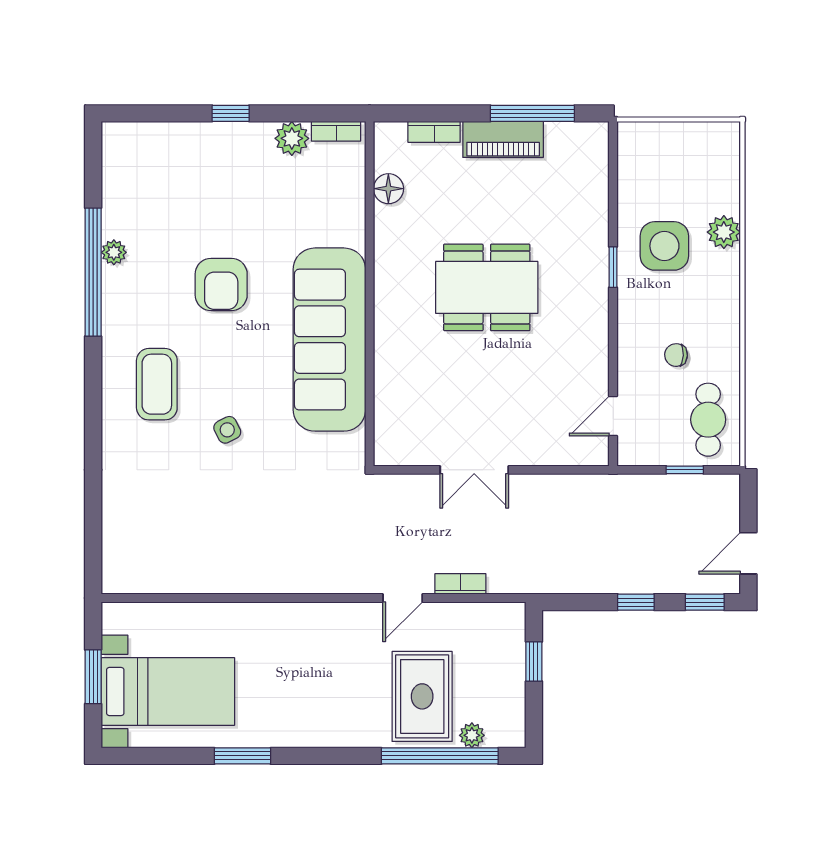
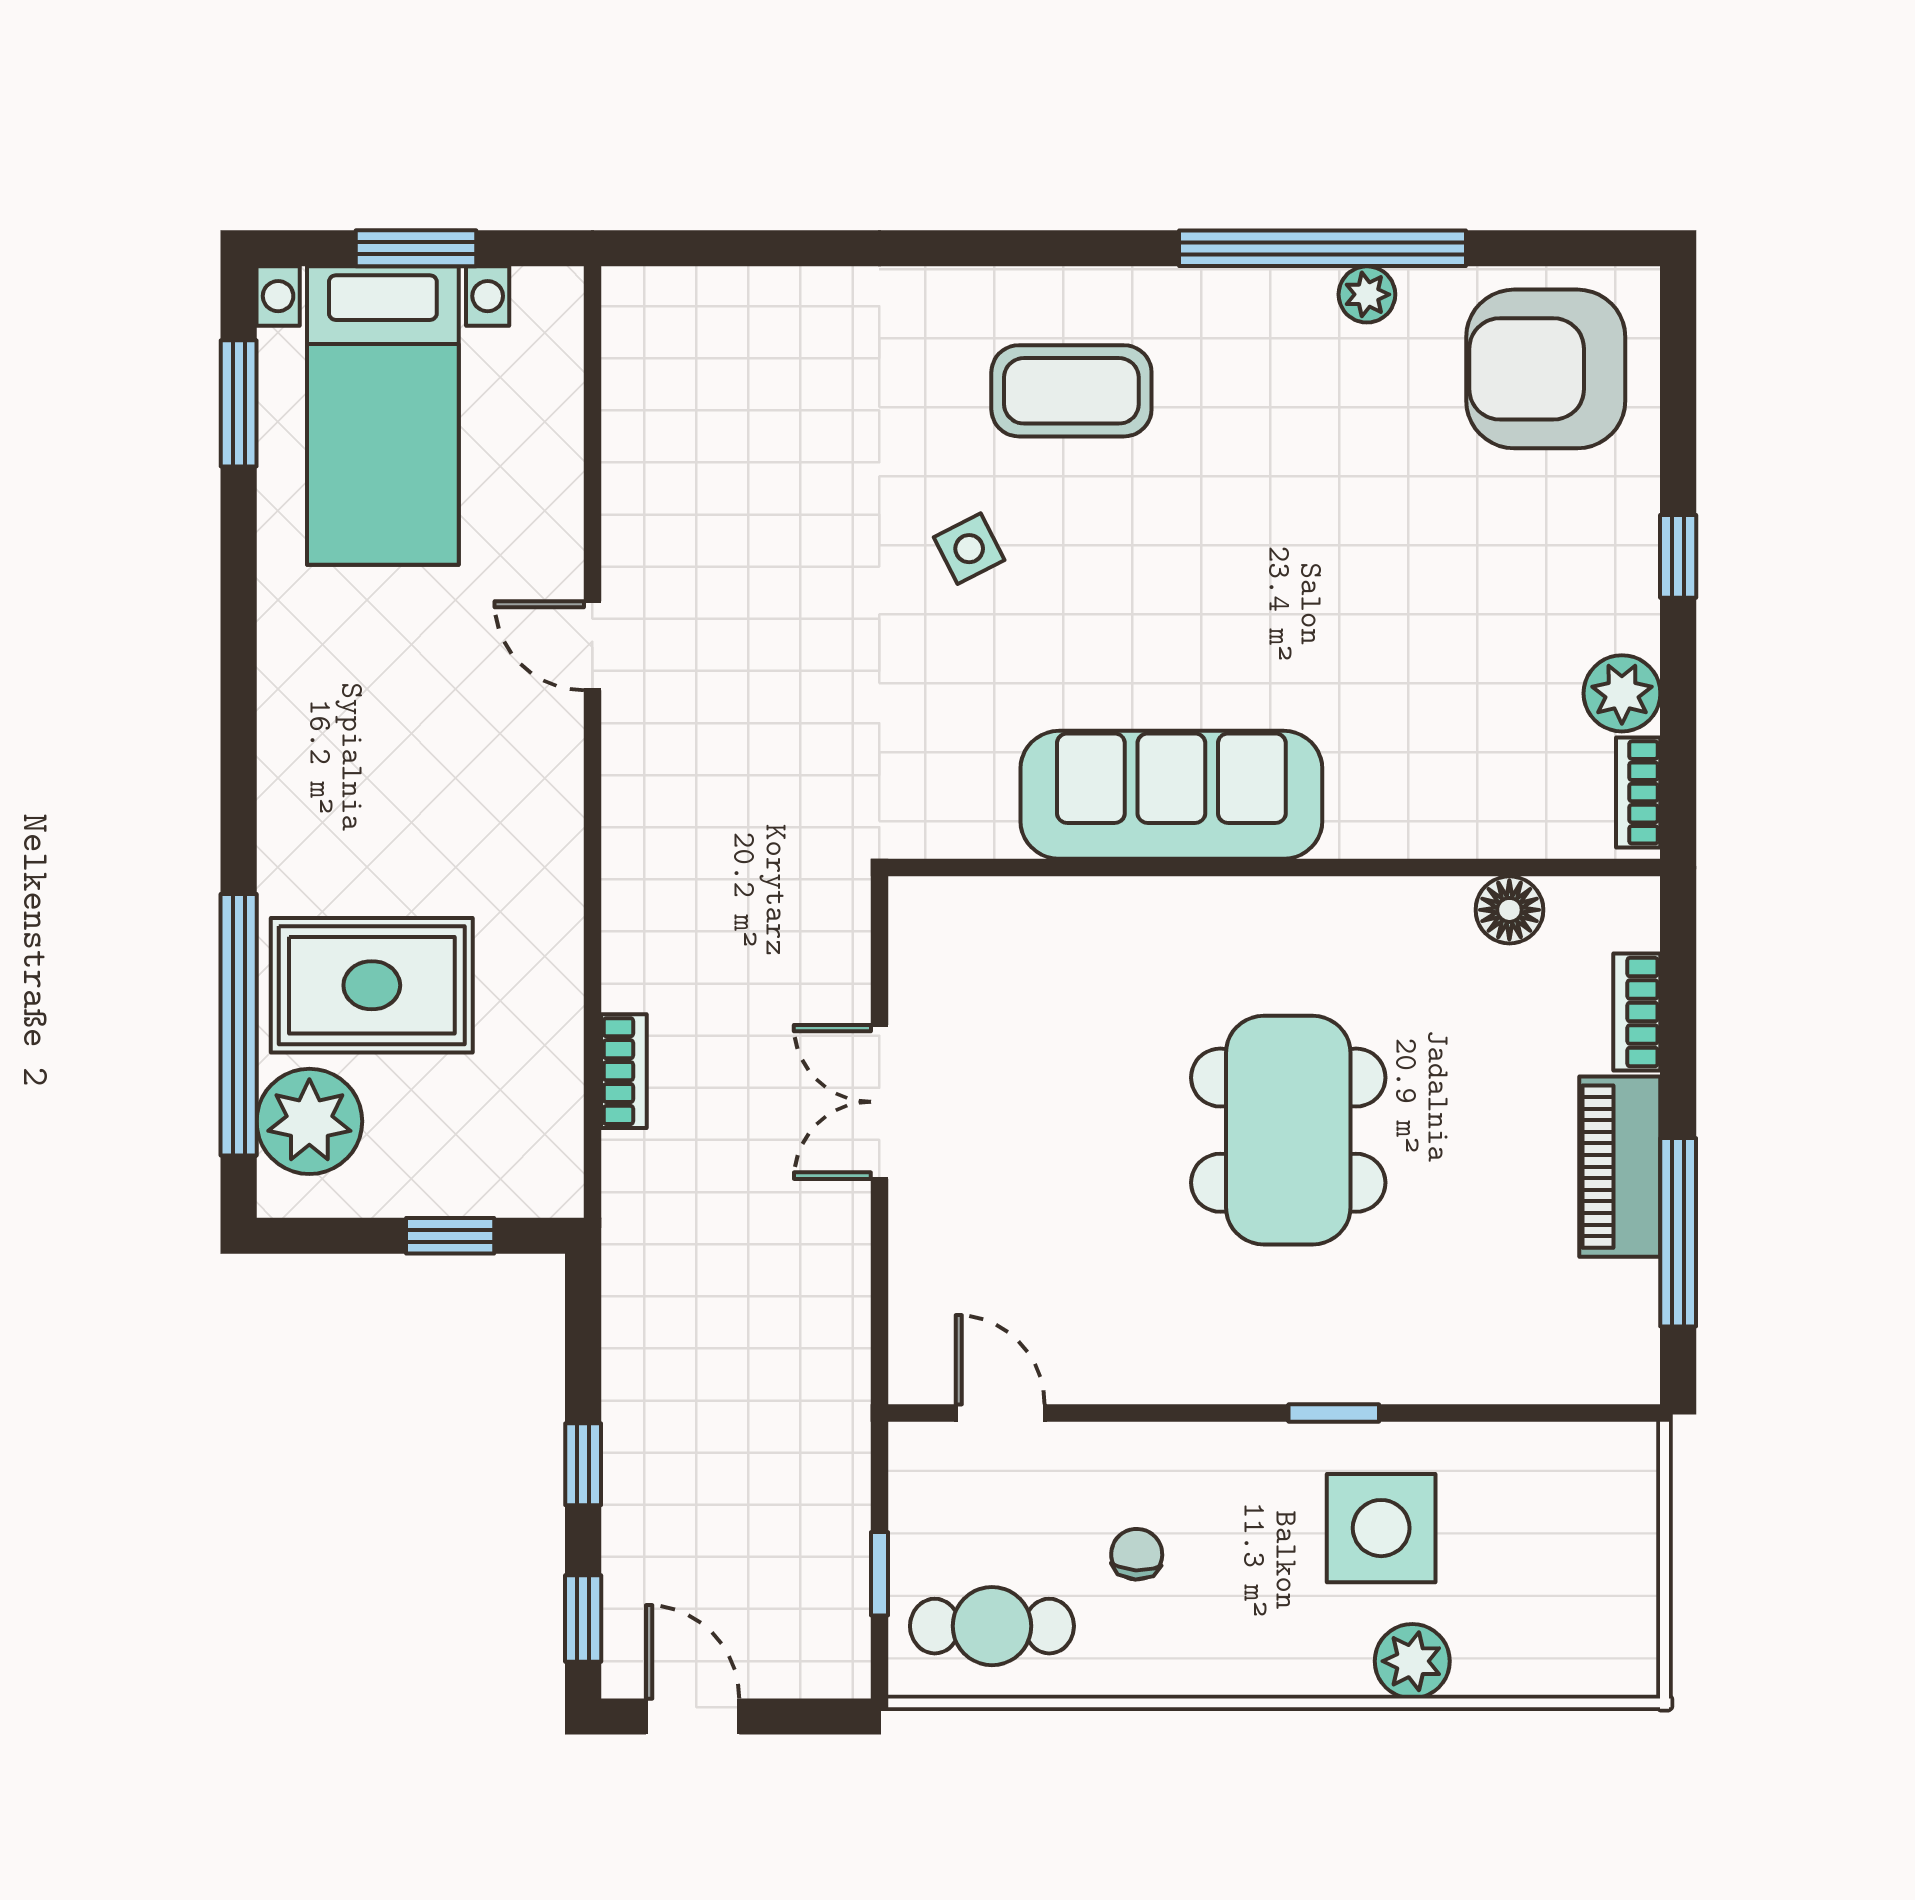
armchair: (221, 285) -> (1546, 369), moved, width x1.36, depth x1.36
sofa: (329, 340) -> (1171, 795), width x0.74, depth x0.79
door: (403, 598) -> (592, 646), moved
plant: (472, 735) -> (309, 1121), width x1.87, depth x1.87
window: (243, 756) -> (239, 403), moved

